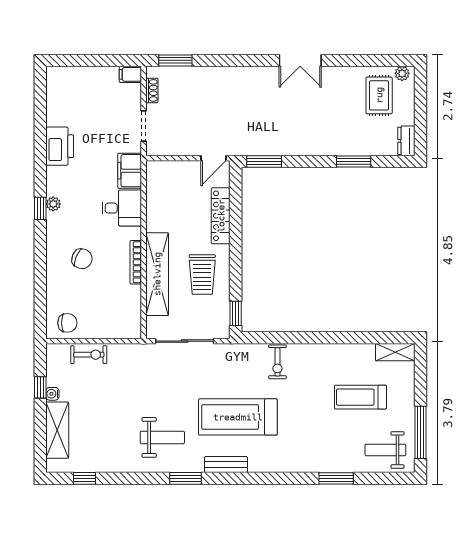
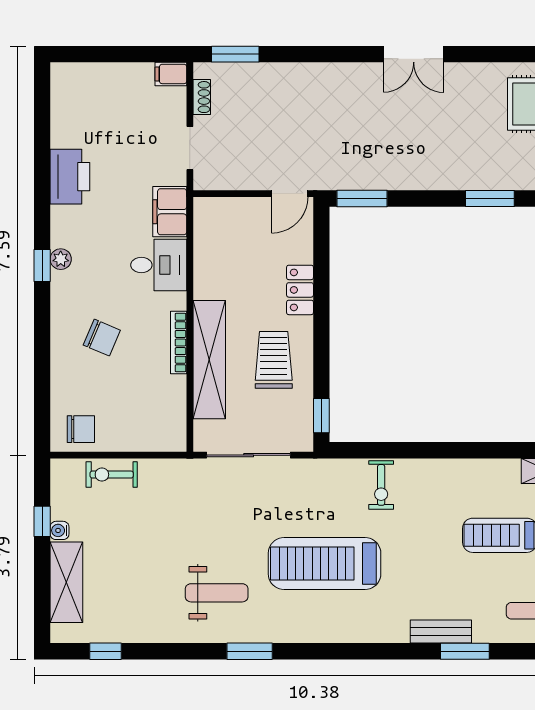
locker: (221, 216) -> (300, 290), width x0.66
trolley: (202, 274) -> (274, 360), turned 180
exercise bike: (89, 355) -> (112, 475), turned 180
bench: (226, 465) -> (441, 632), moved

